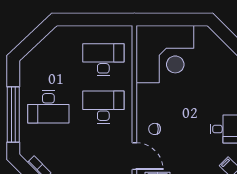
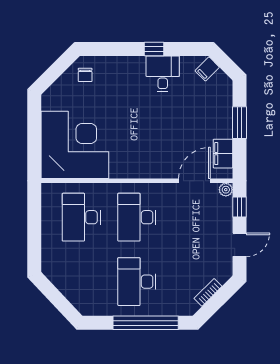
desk: (48, 107) -> (137, 282), turned 180
chair: (155, 129) -> (85, 75), moved

